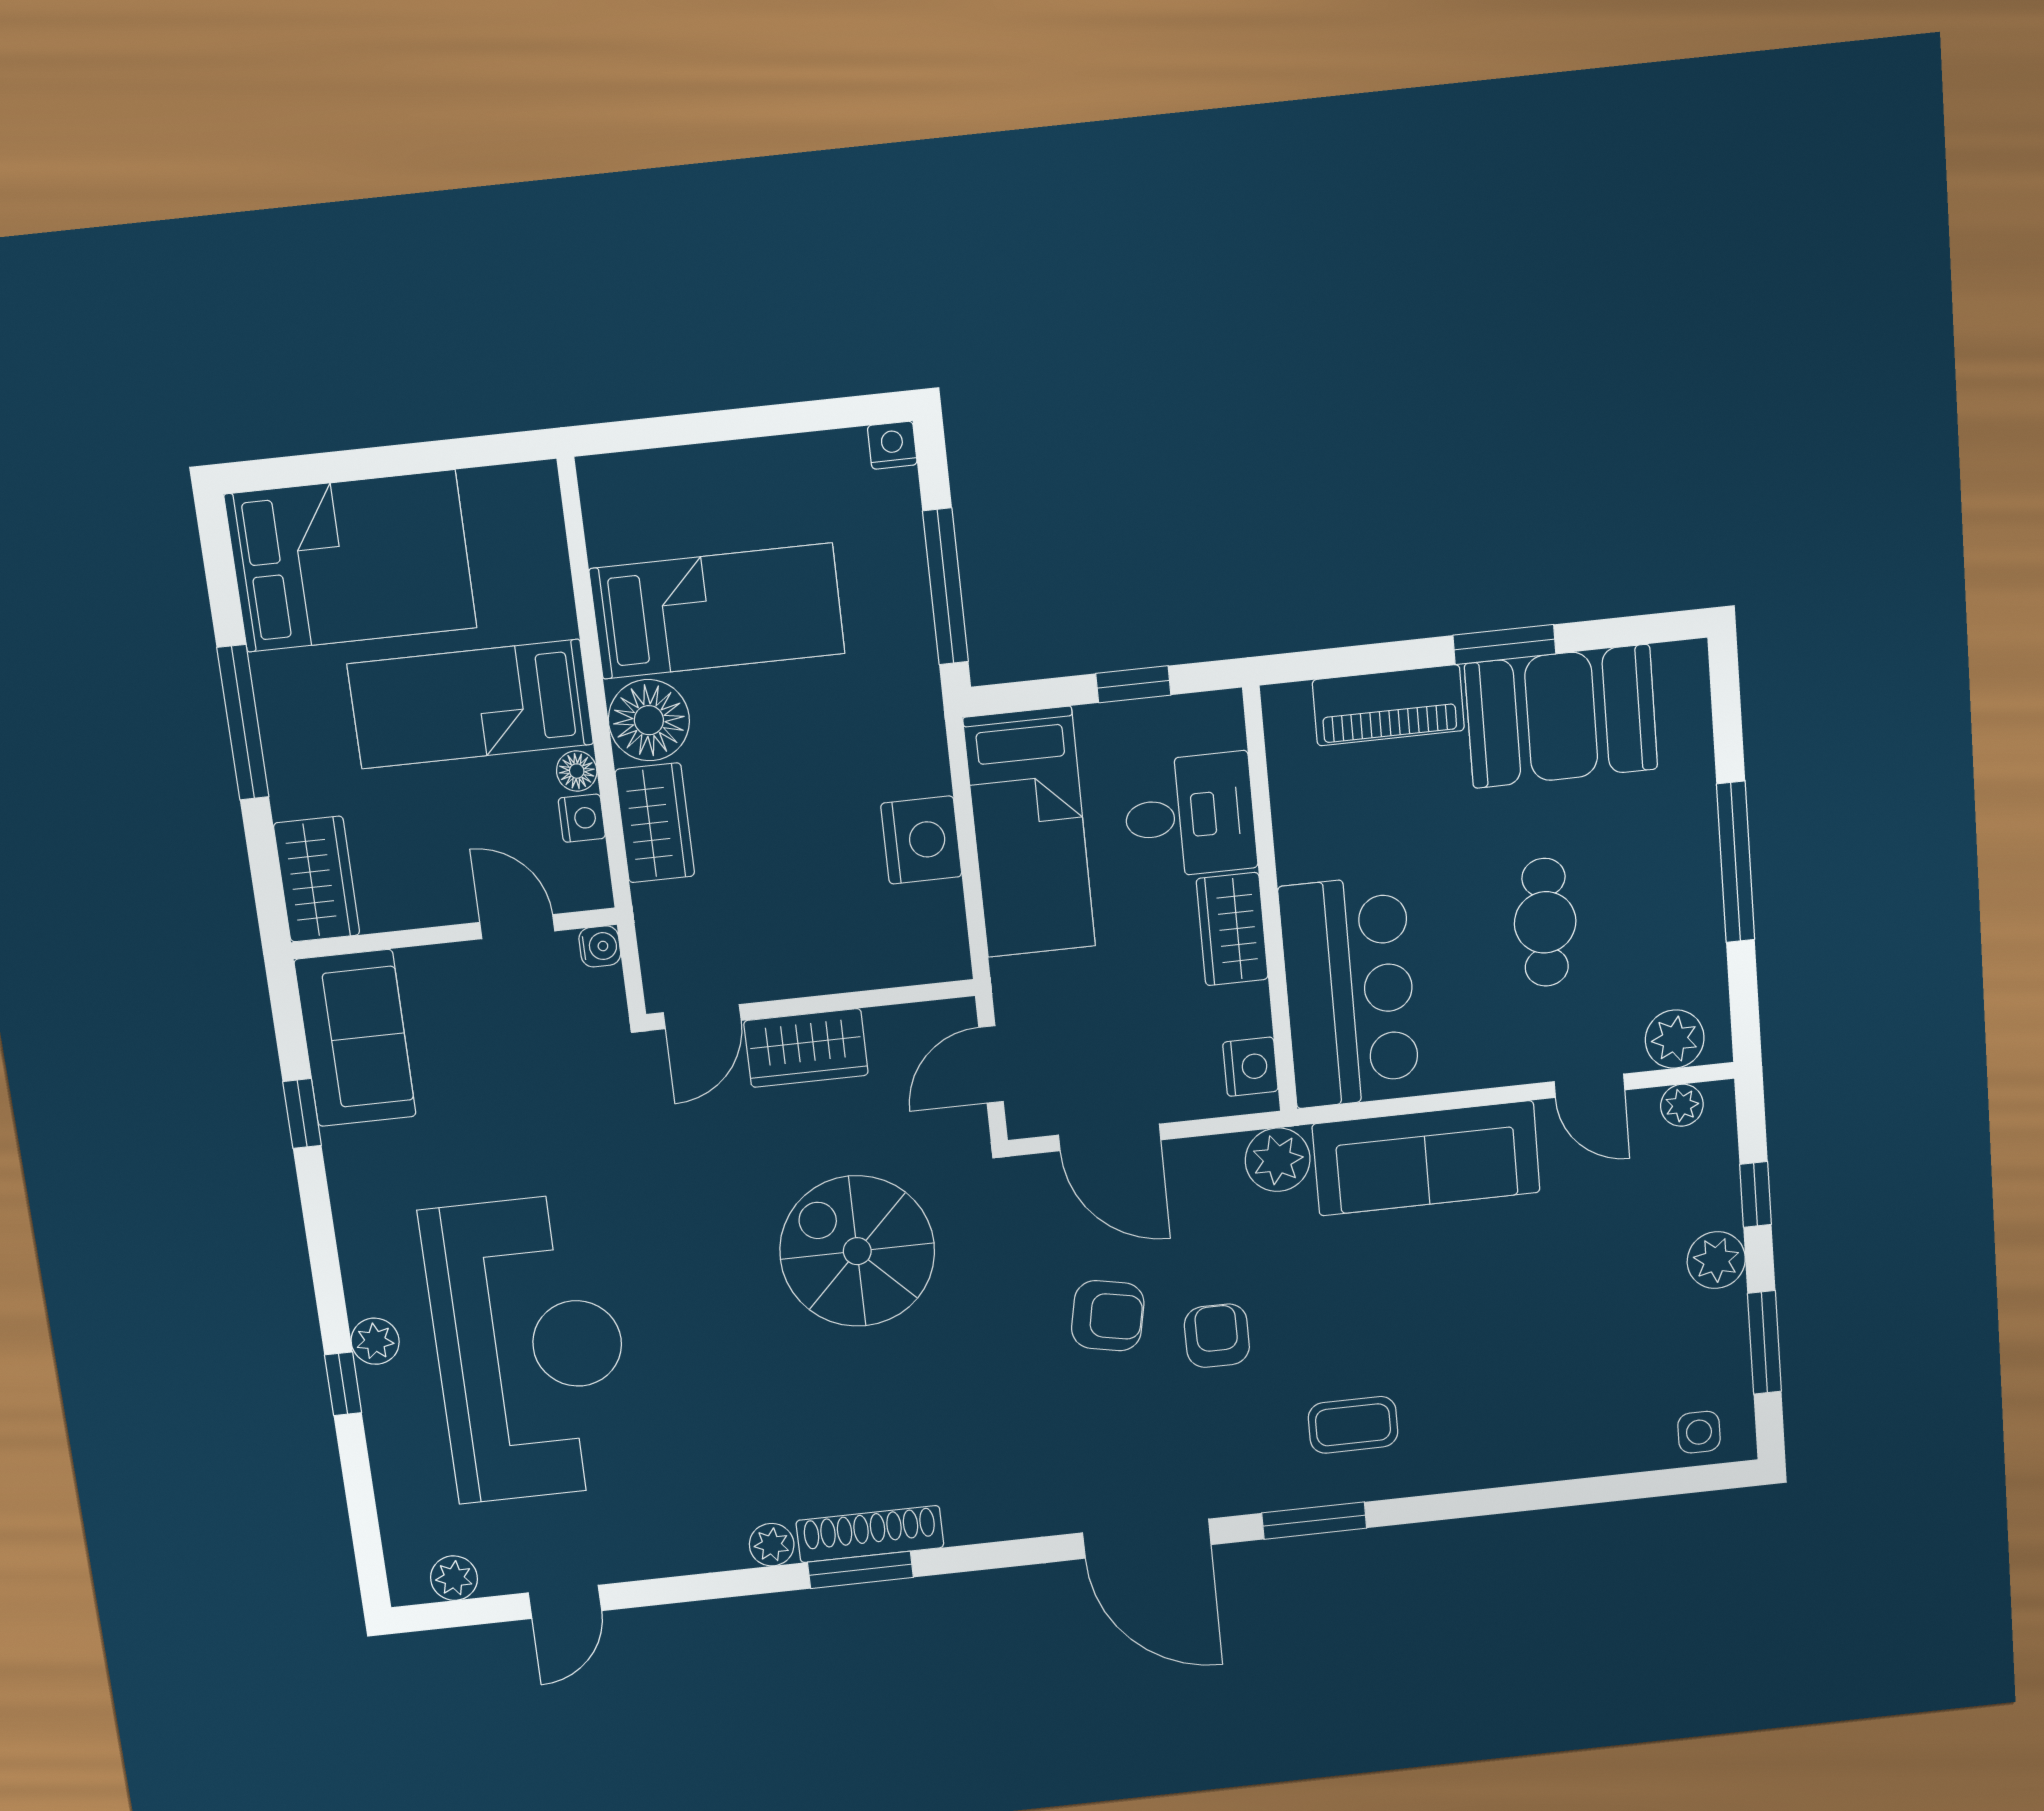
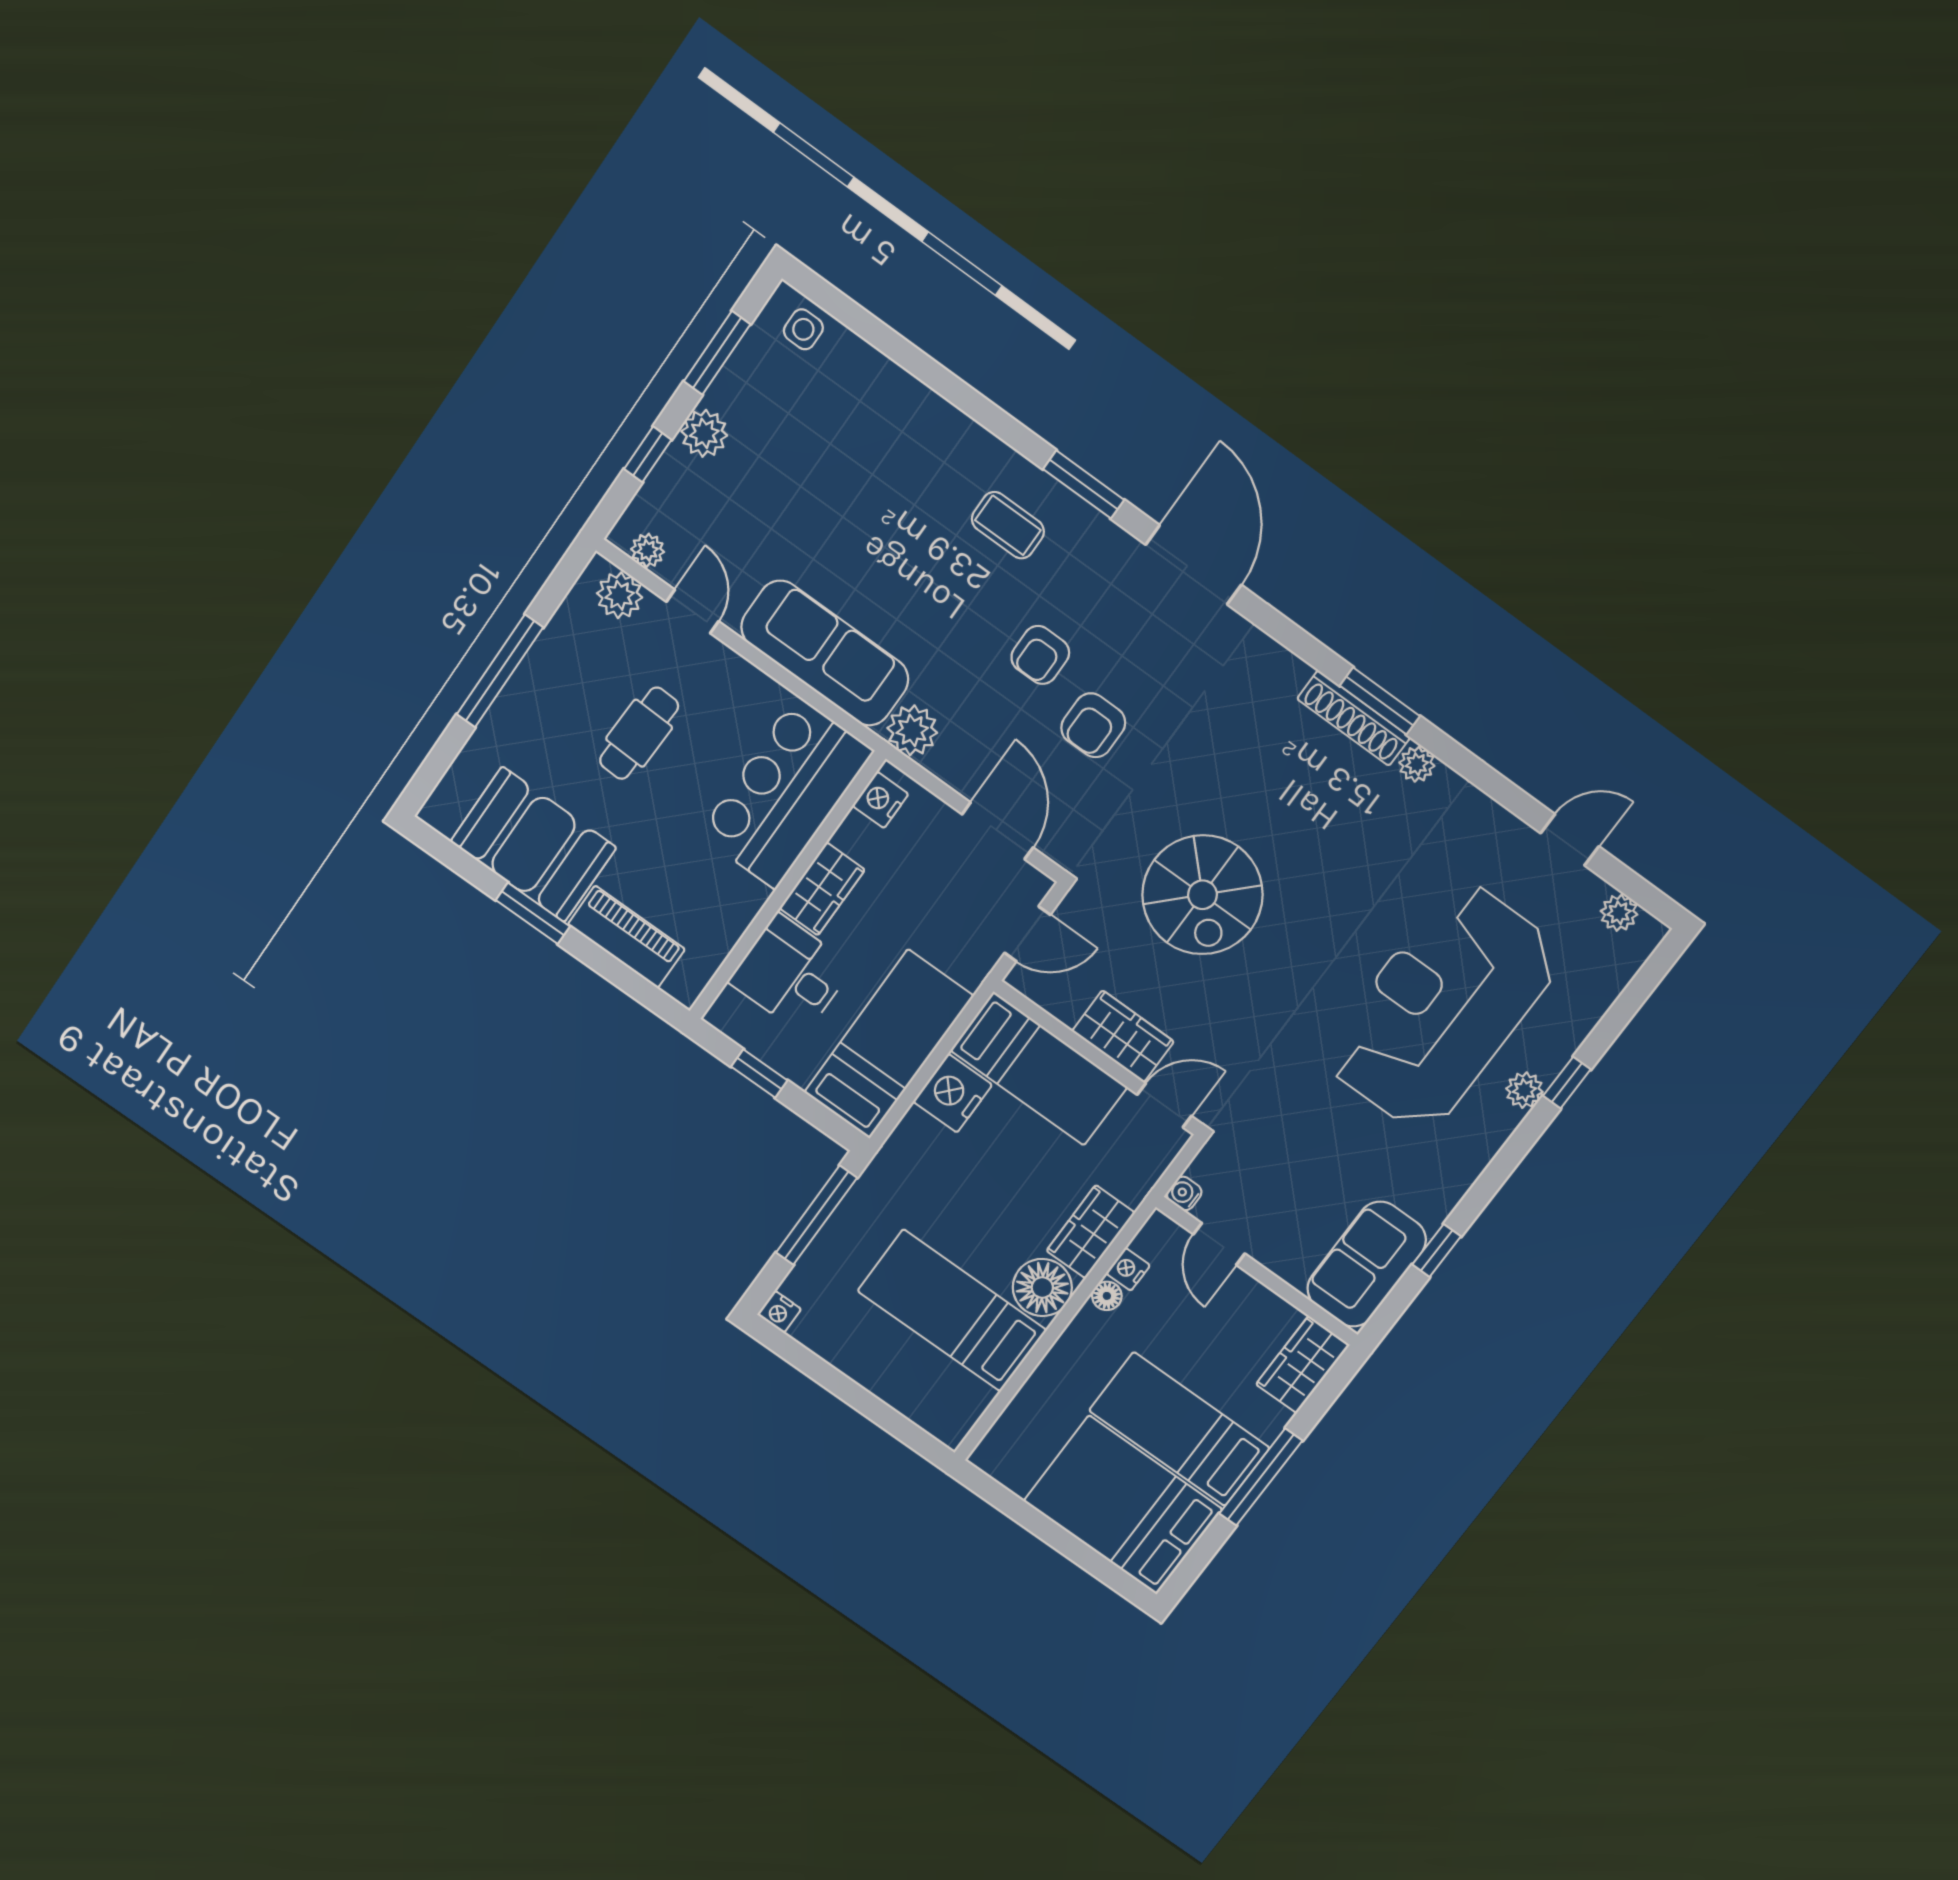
bed: (471, 704) -> (1179, 1429), moved, turned 180
bed: (858, 942) -> (1039, 1069), added
armchair: (1108, 1316) -> (1093, 725), turned -101

